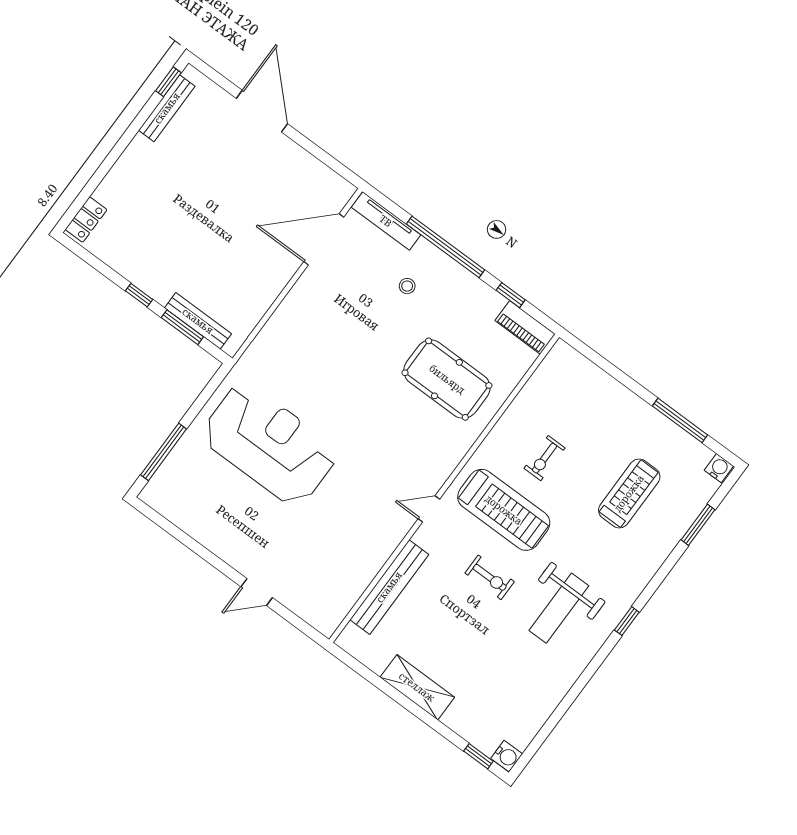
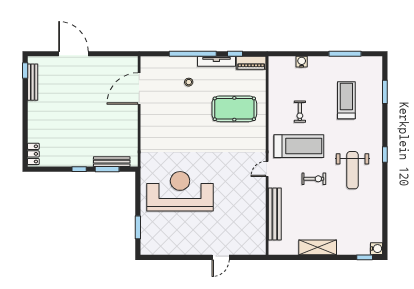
tv unit: (386, 221) -> (216, 61), moved
window: (164, 452) -> (138, 227), width x0.69
water cooler: (719, 468) -> (302, 62), moved

